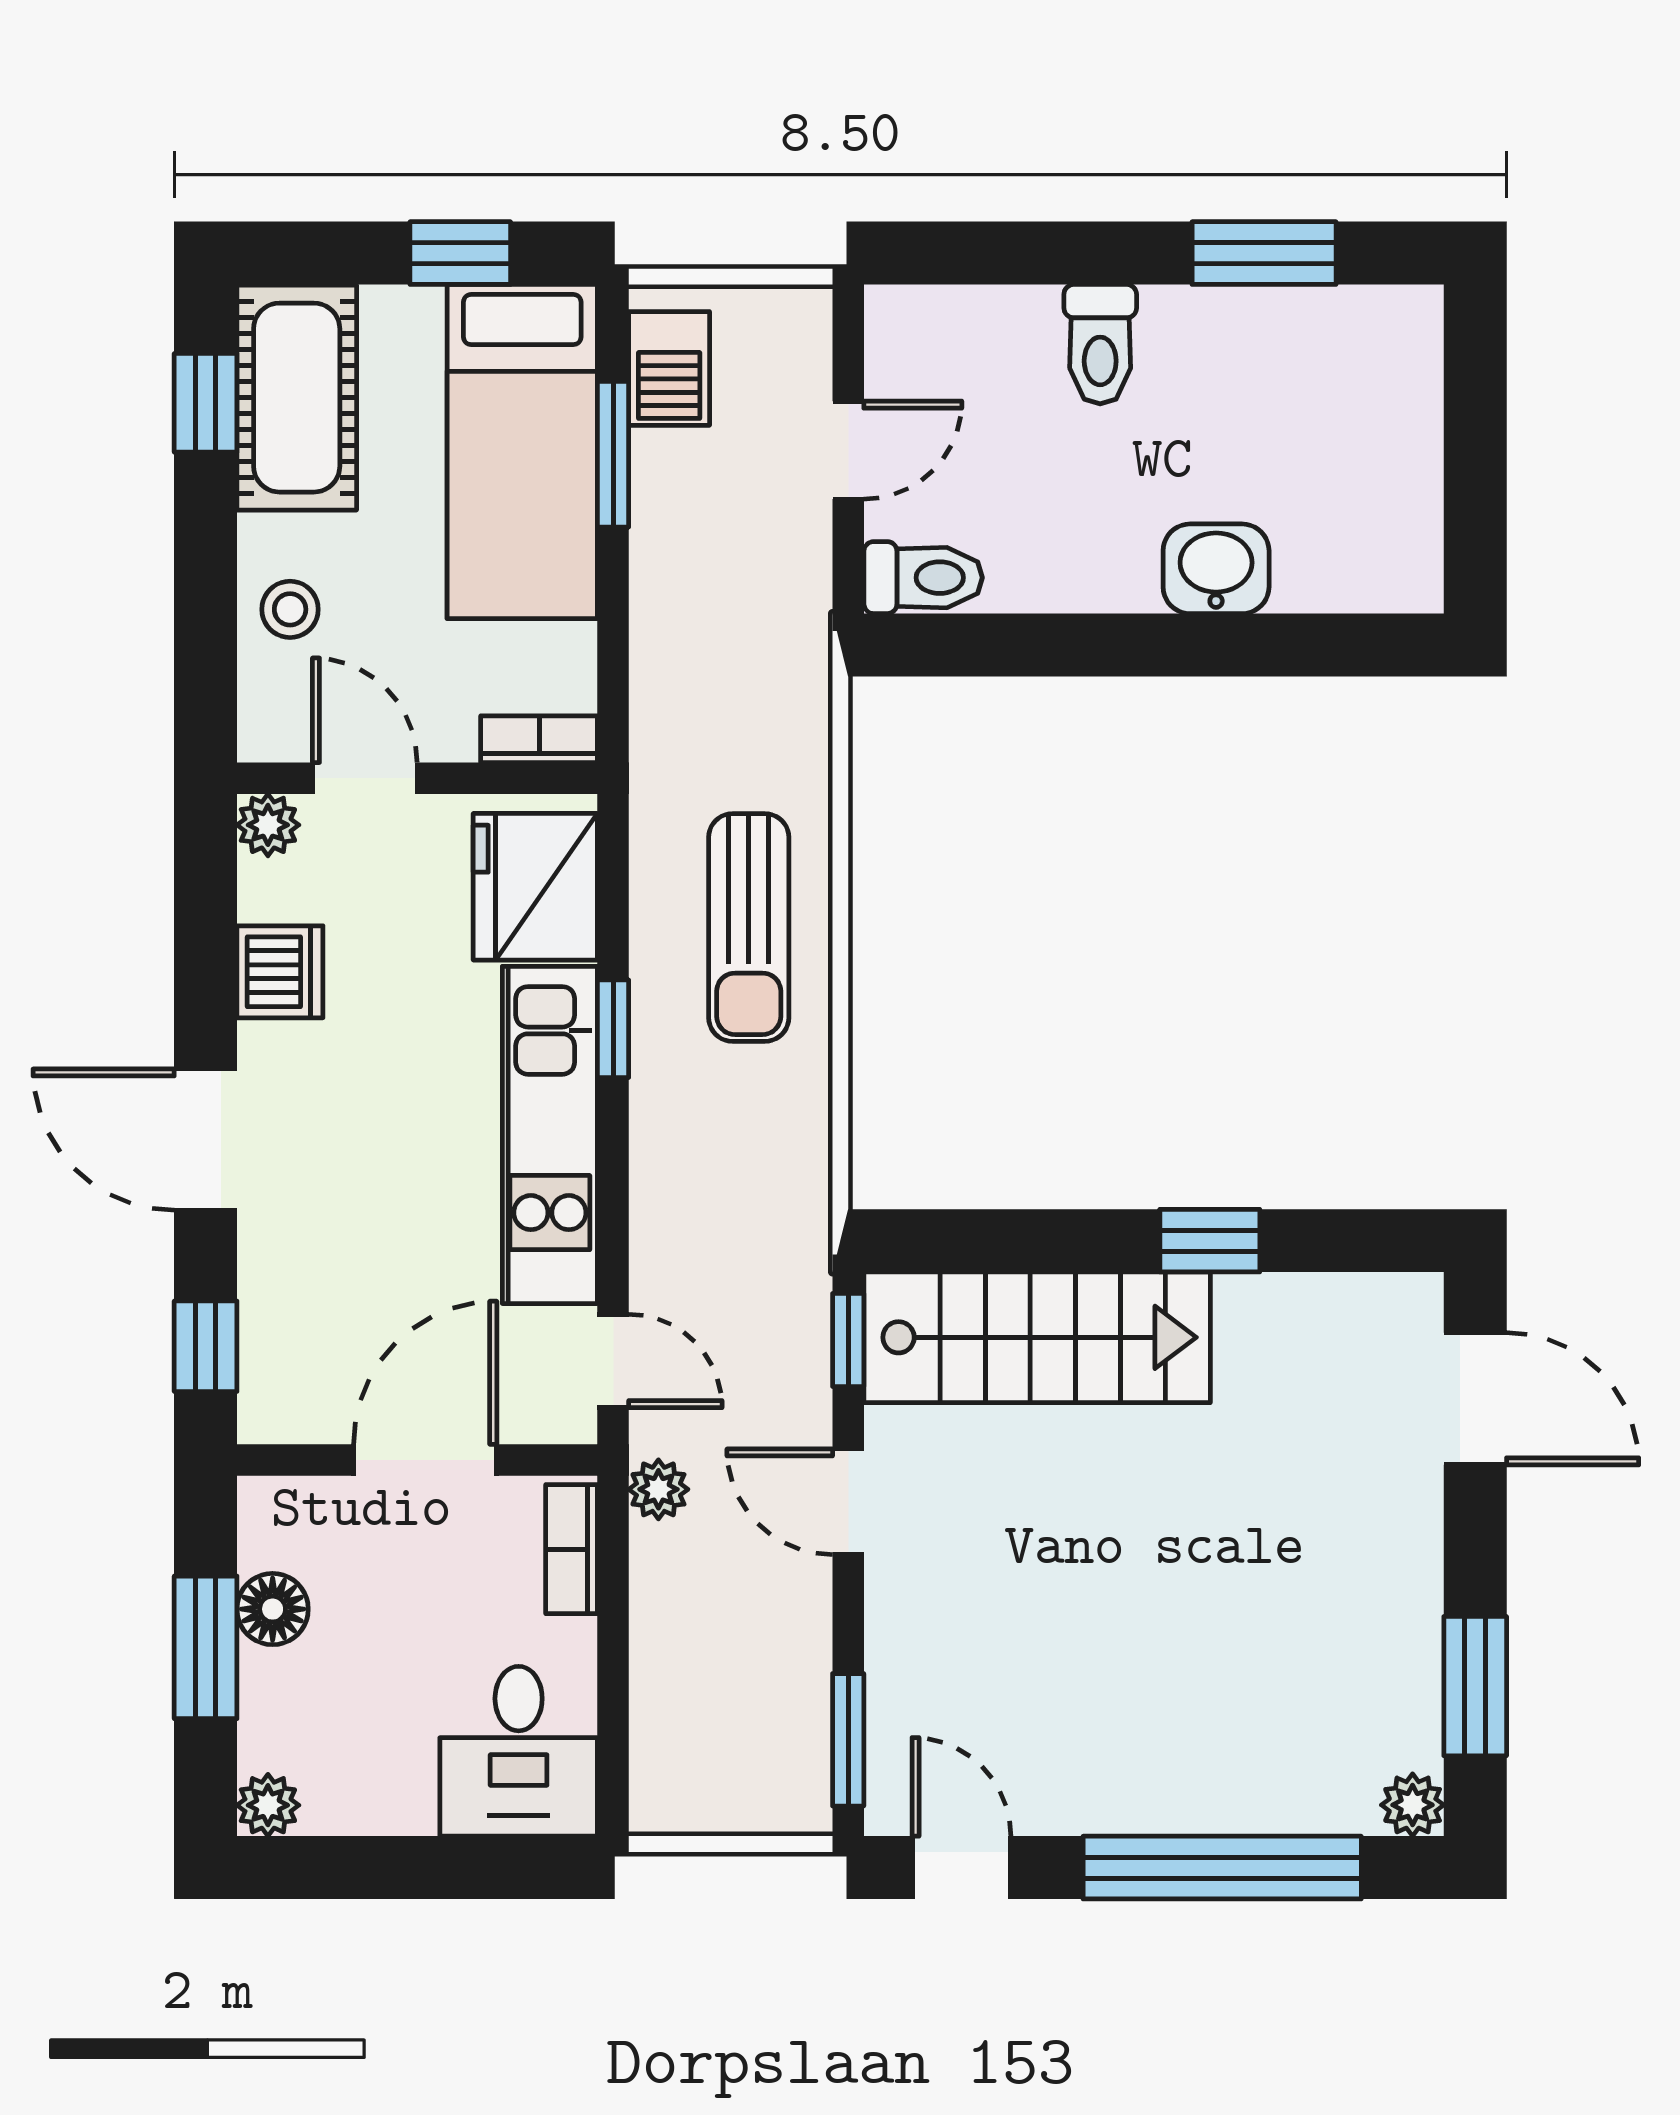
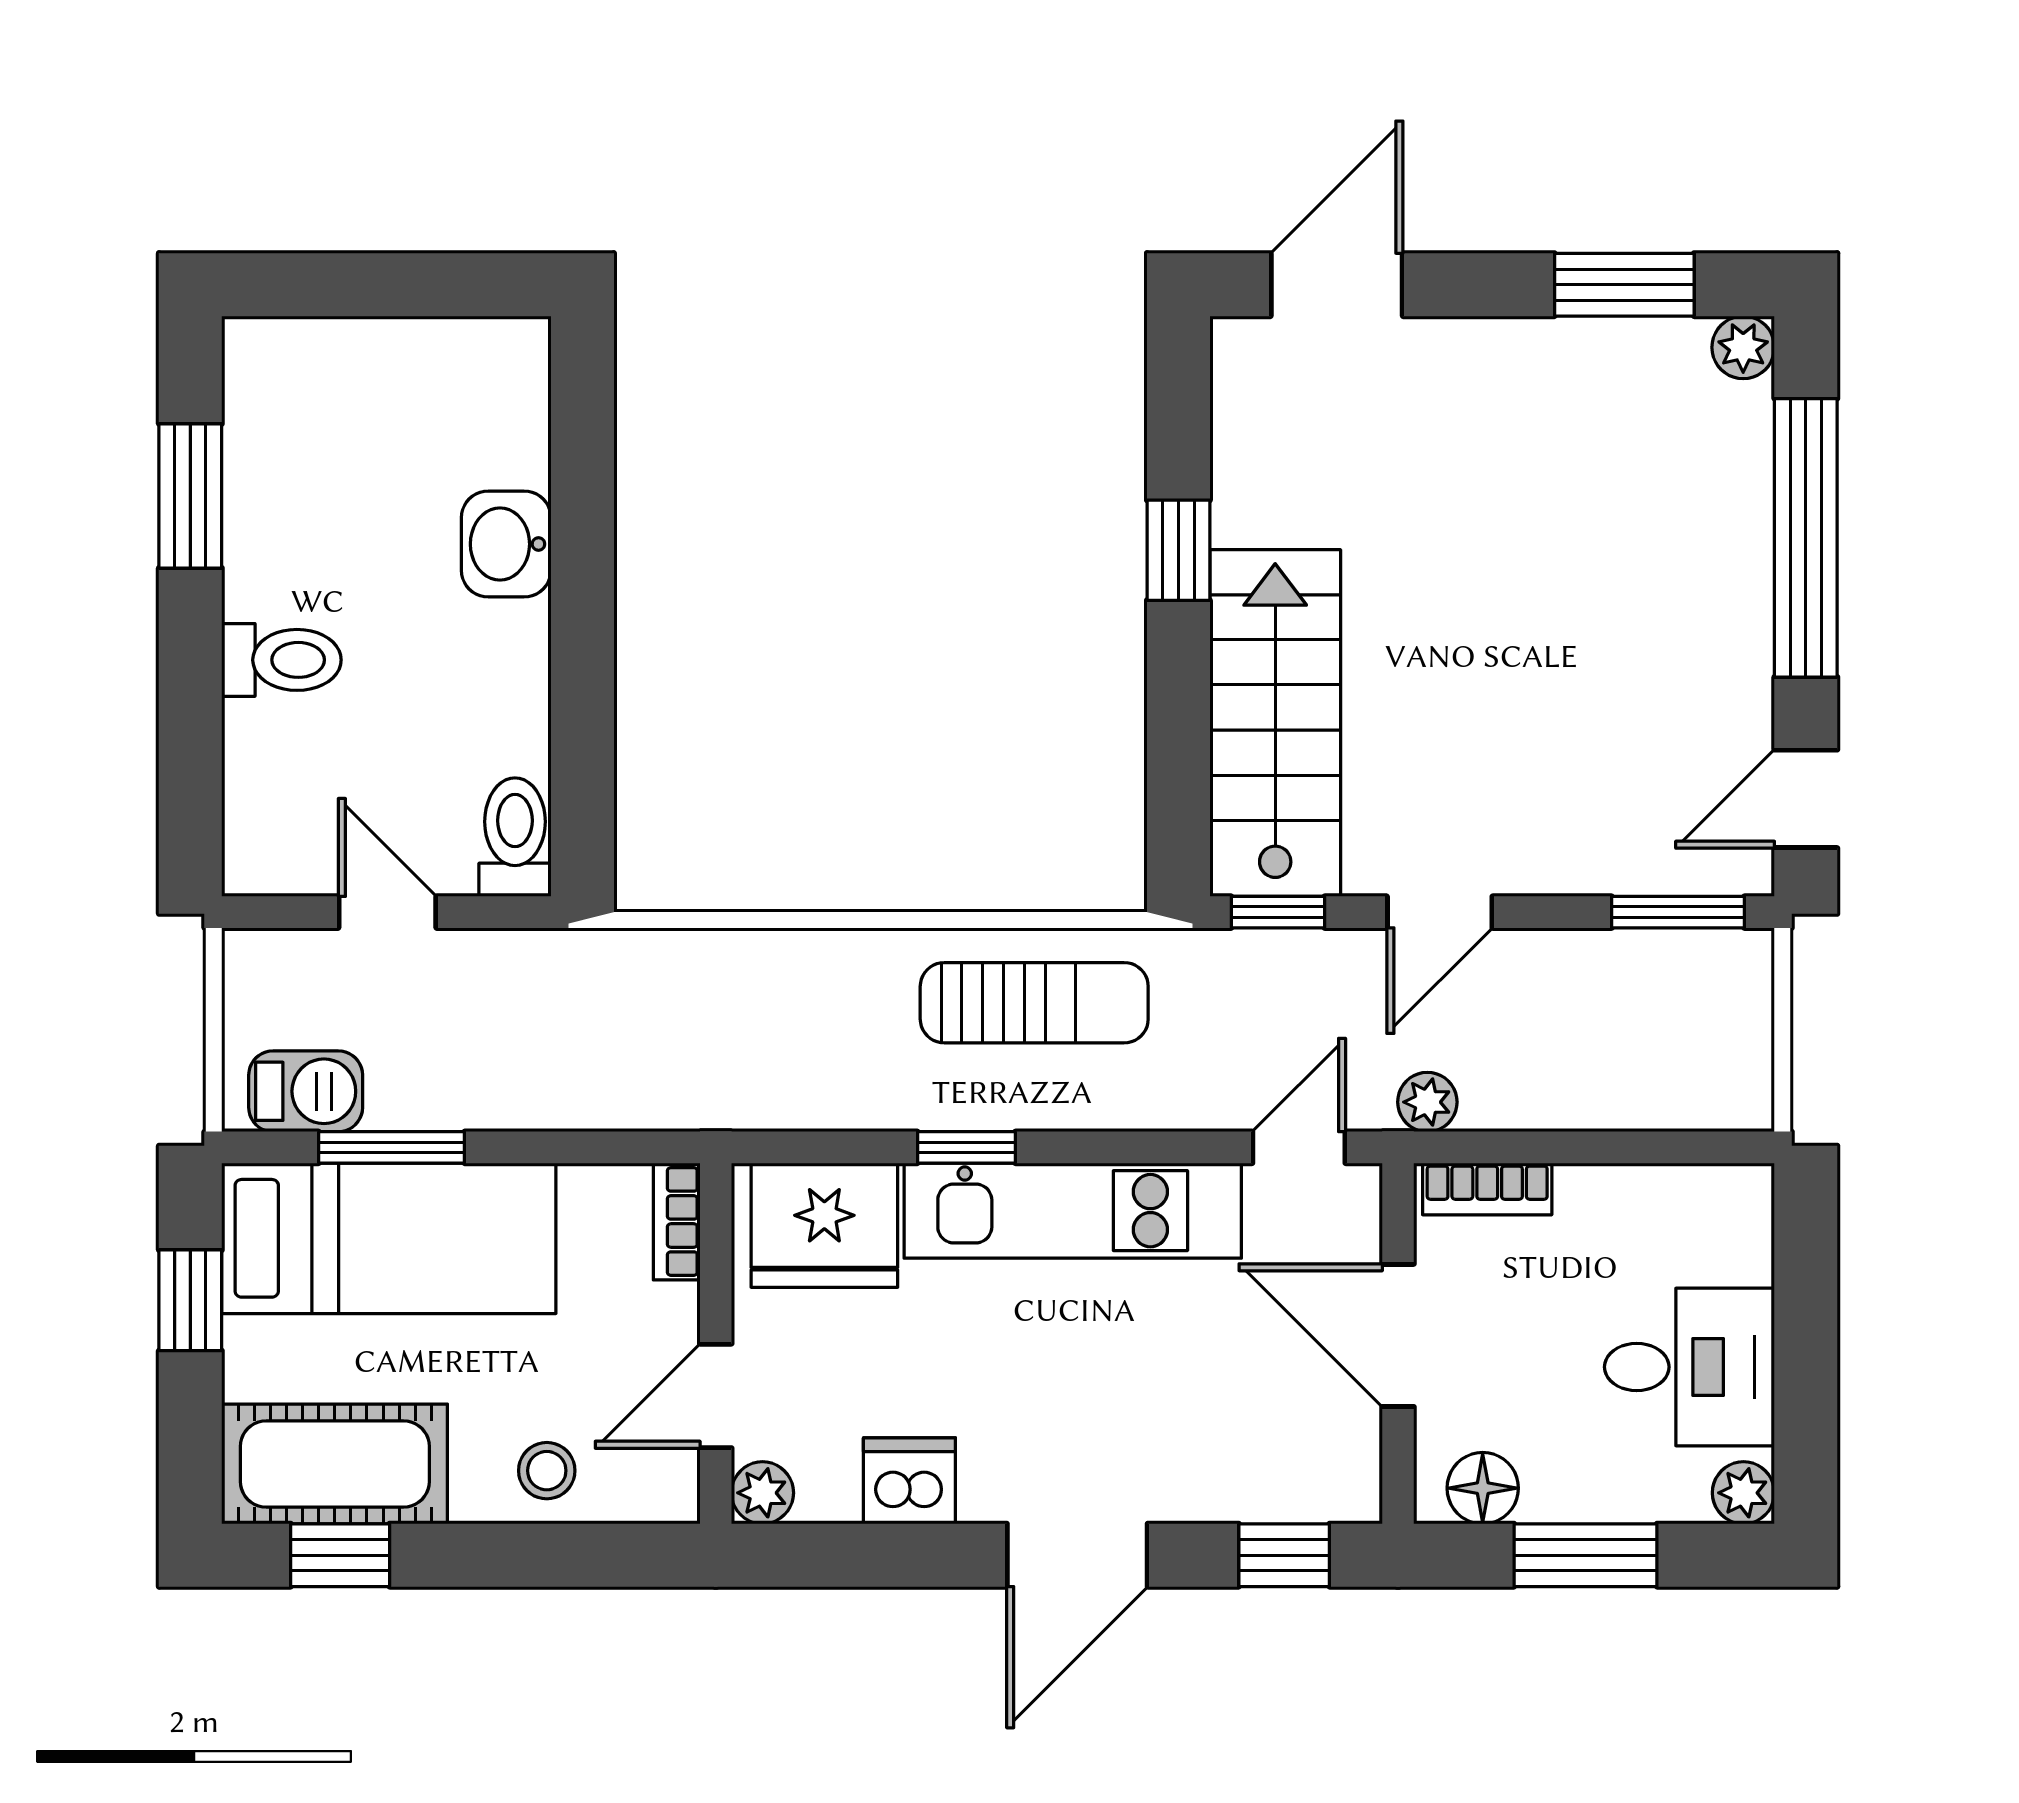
sun lounger: (749, 927) -> (1034, 1003), moved
floor lamp: (273, 1609) -> (1483, 1488), moved
desk: (519, 1751) -> (1689, 1367), moved

